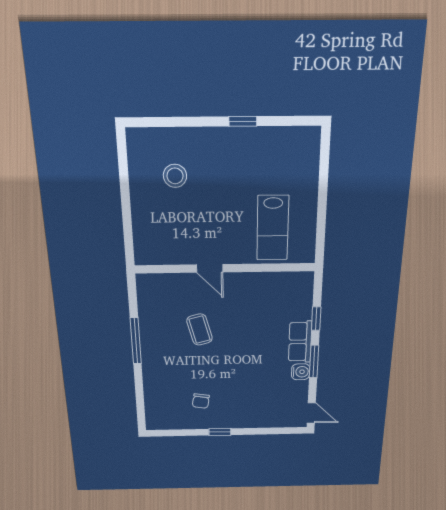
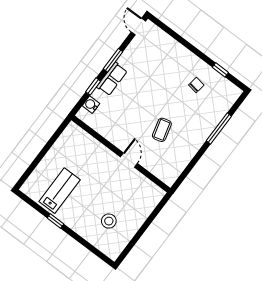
lab bench: (273, 228) -> (60, 191), moved
window: (136, 341) -> (219, 129), moved
water cooler: (301, 372) -> (91, 105), moved
window: (220, 432) -> (220, 70), moved

